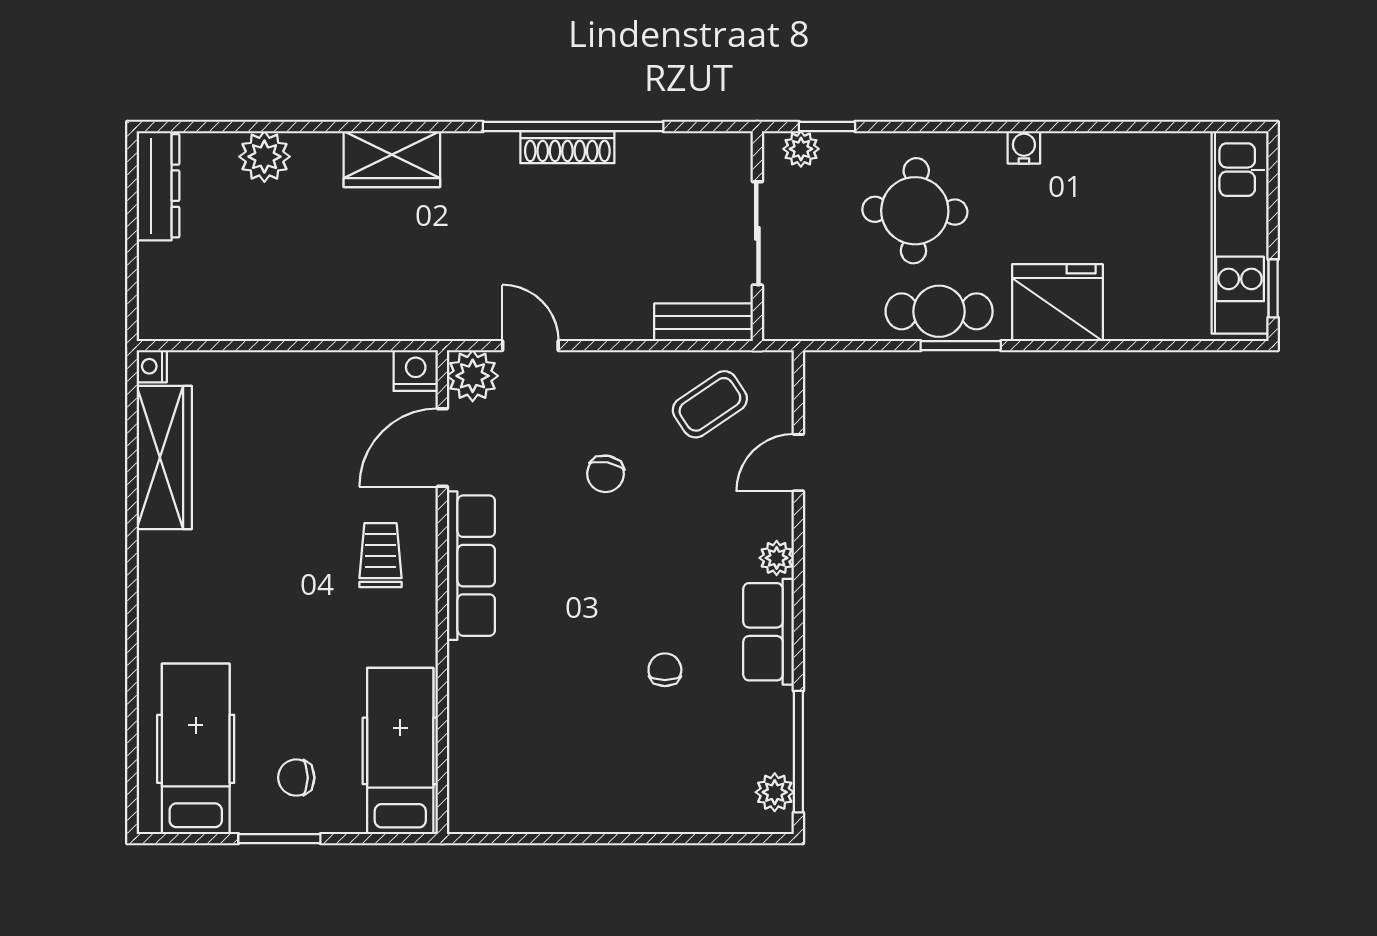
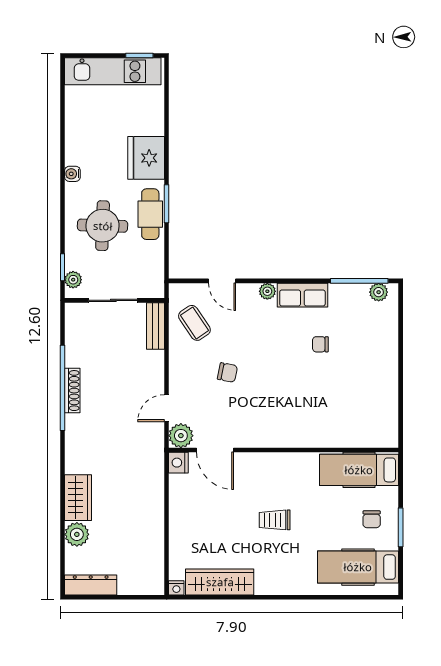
wardrobe: (392, 159) -> (78, 498), moved
trolley: (381, 555) -> (275, 520), moved
row of seats: (471, 566) -> (271, 436), removed

